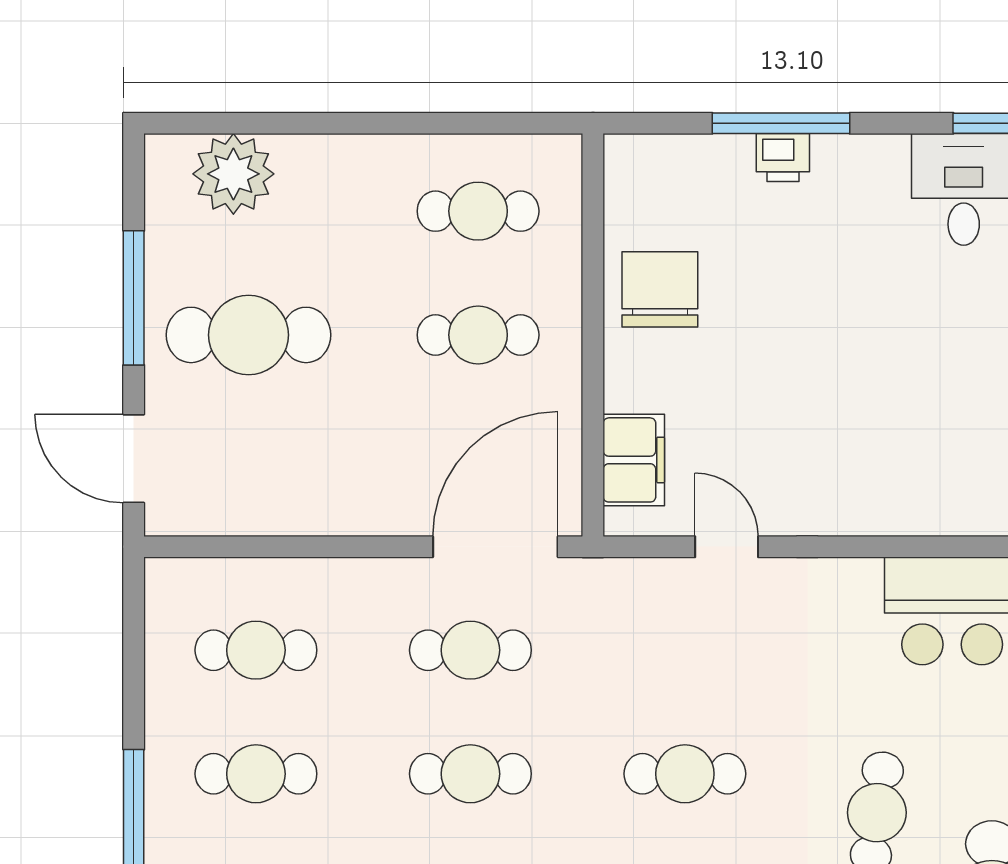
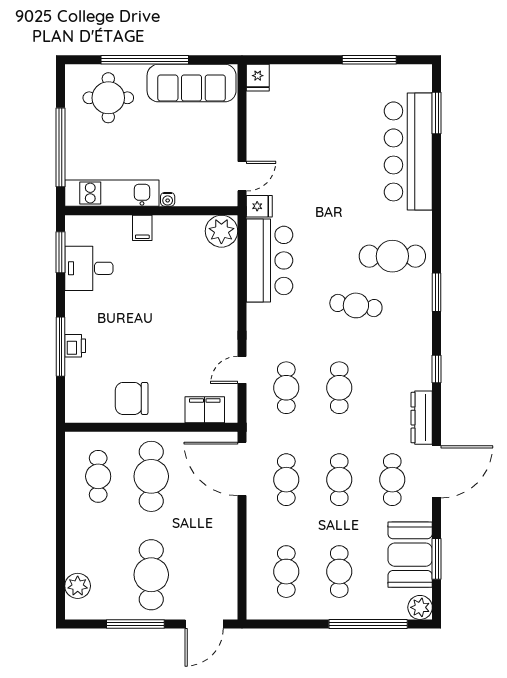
plant: (233, 174) -> (78, 586), width x0.73, depth x0.73
cafe table: (478, 335) -> (151, 476), width x1.37, depth x1.35
cafe table: (685, 650) -> (286, 388), added

